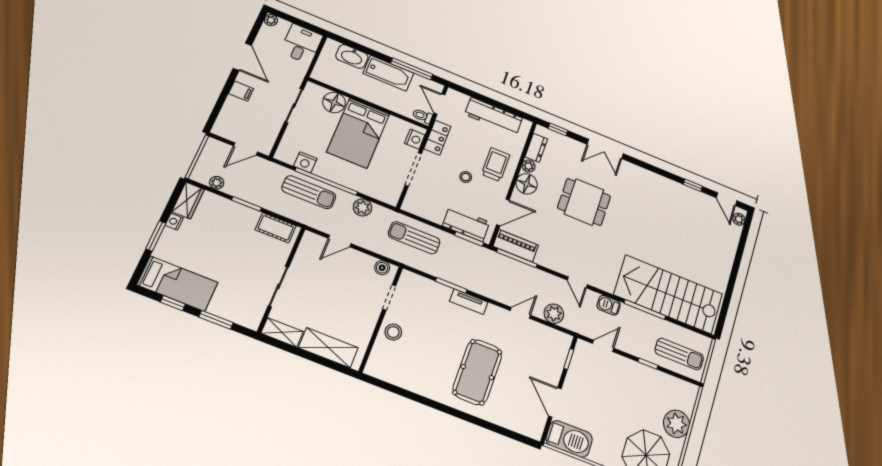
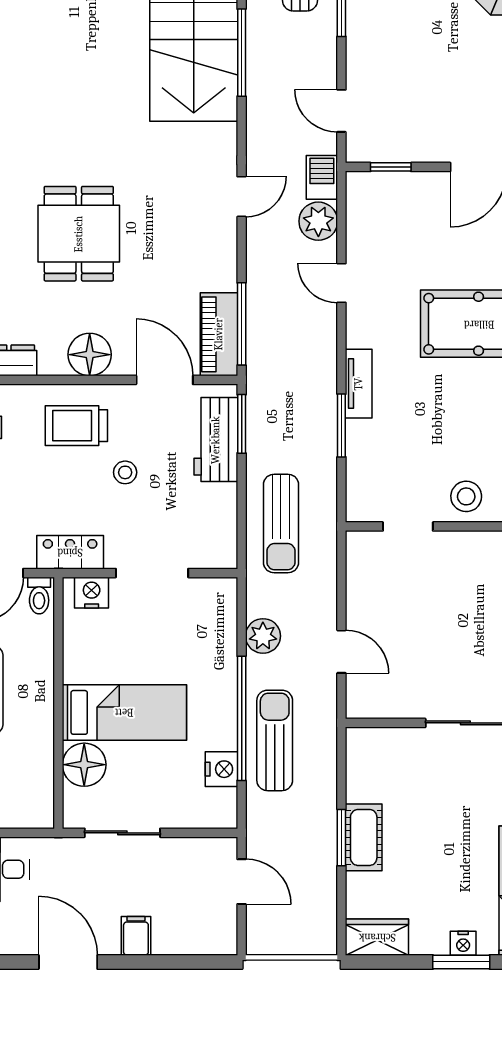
door: (242, 57) -> (68, 962), hinge flipped
bed: (358, 133) -> (124, 712), width x0.67
plant: (528, 166) -> (52, 363), removed
plant: (217, 183) -> (325, 904), removed
nightstand: (174, 222) -> (463, 943), moved
cot: (276, 228) -> (364, 837), moved
boiler: (382, 268) -> (359, 559), removed
barbecue: (609, 305) -> (322, 177), moved, turned 180

